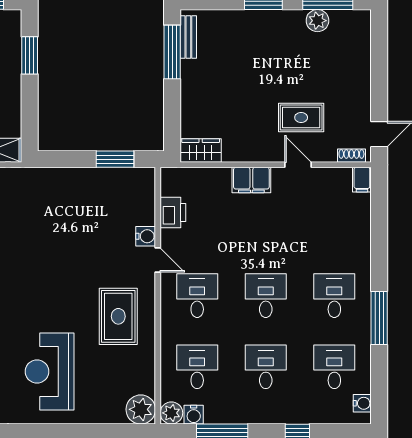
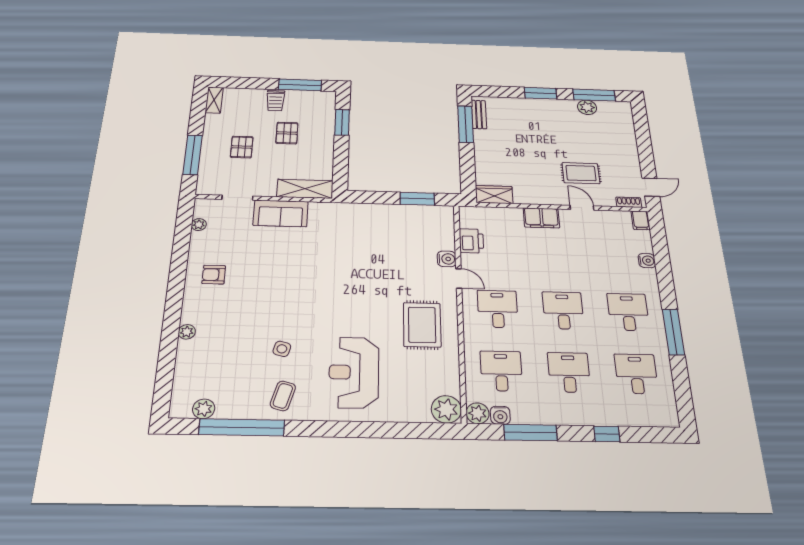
water cooler: (362, 403) -> (647, 261), moved

